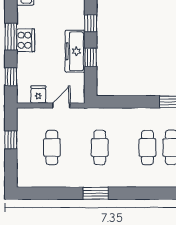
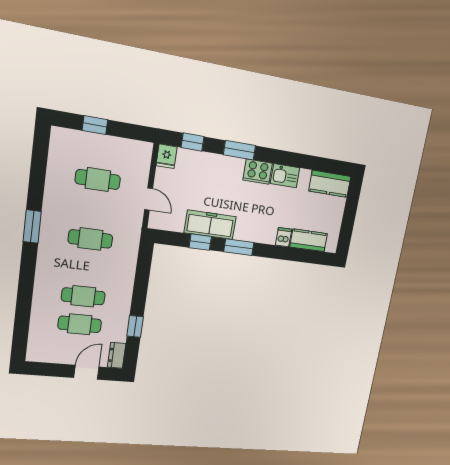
window: (91, 23) -> (239, 247), width x1.50
cooker: (26, 40) -> (258, 172), moved
fridge: (38, 95) -> (167, 156), moved, turned 90
window: (11, 140) -> (95, 125), moved

